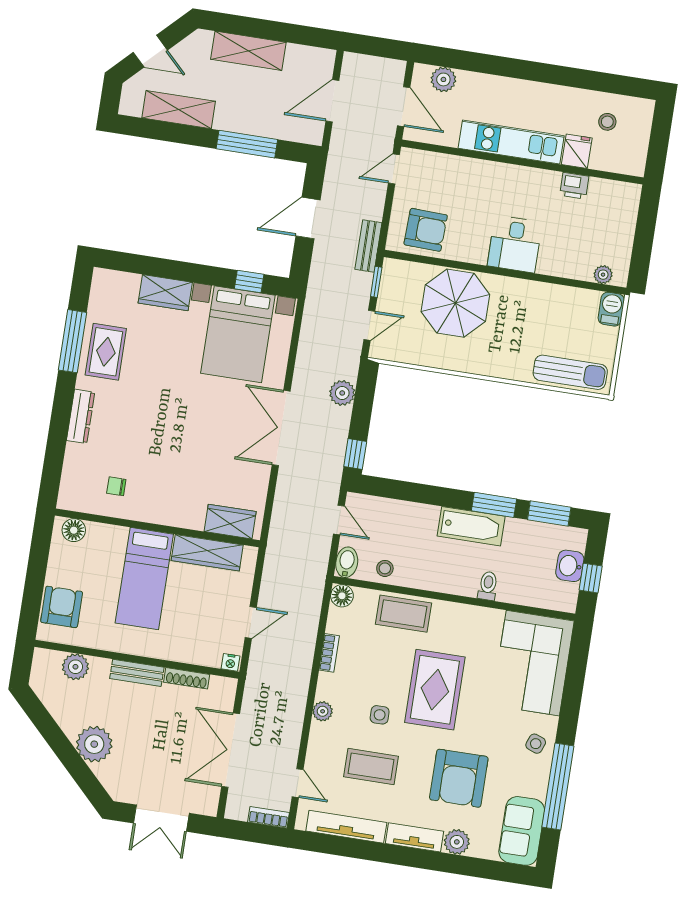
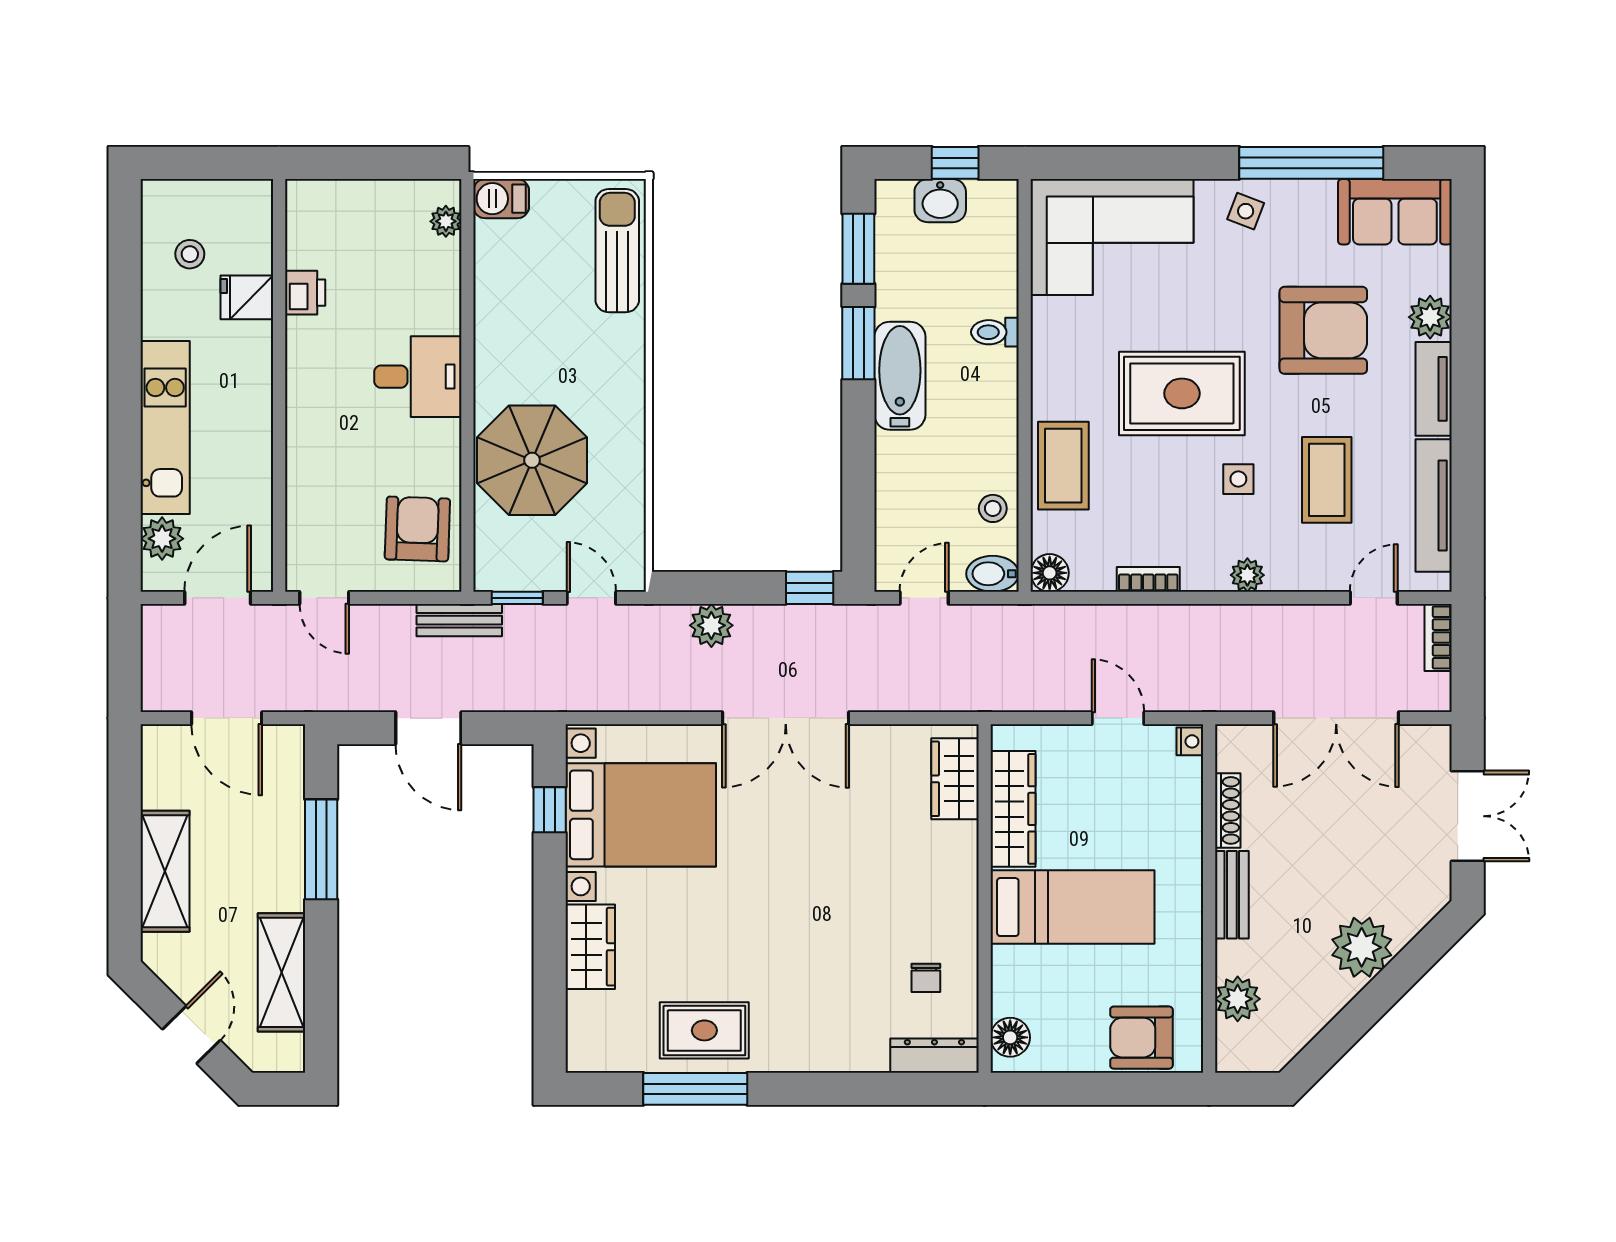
kitchen unit: (511, 142) -> (165, 427), moved, turned 180
dresser: (81, 416) -> (934, 1056), moved

